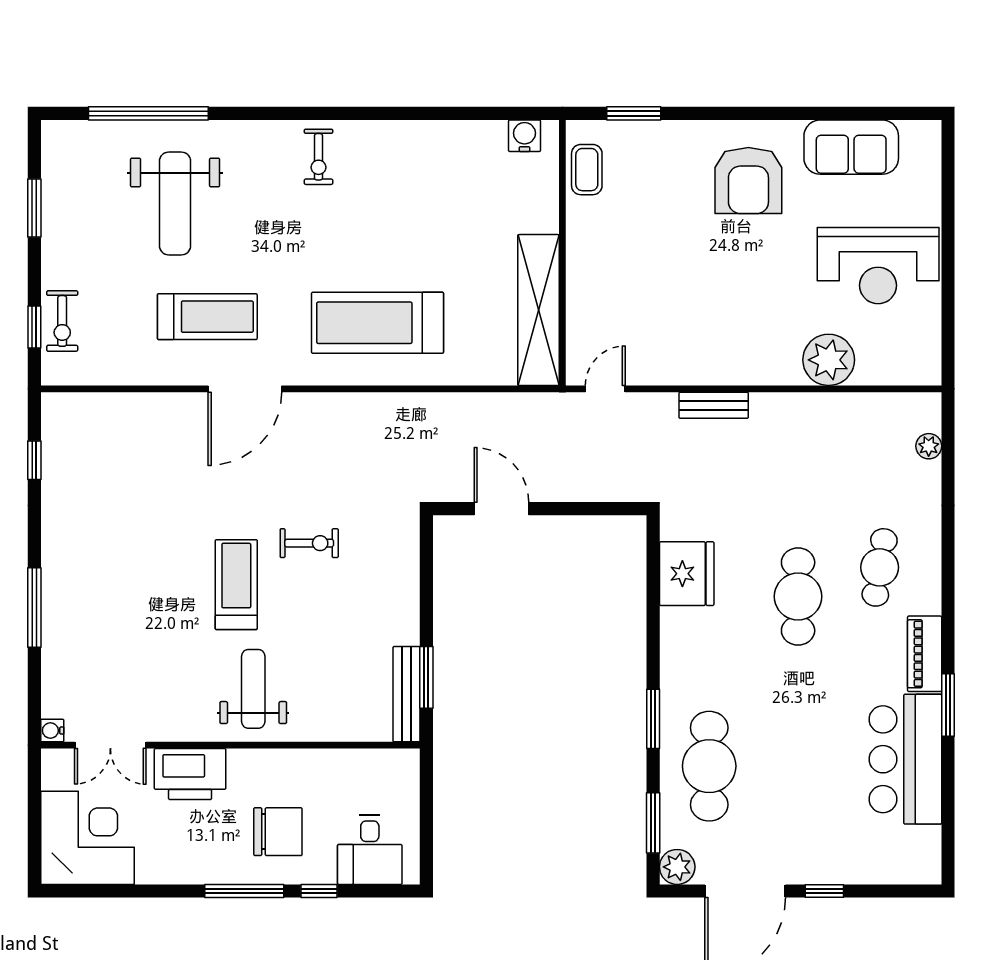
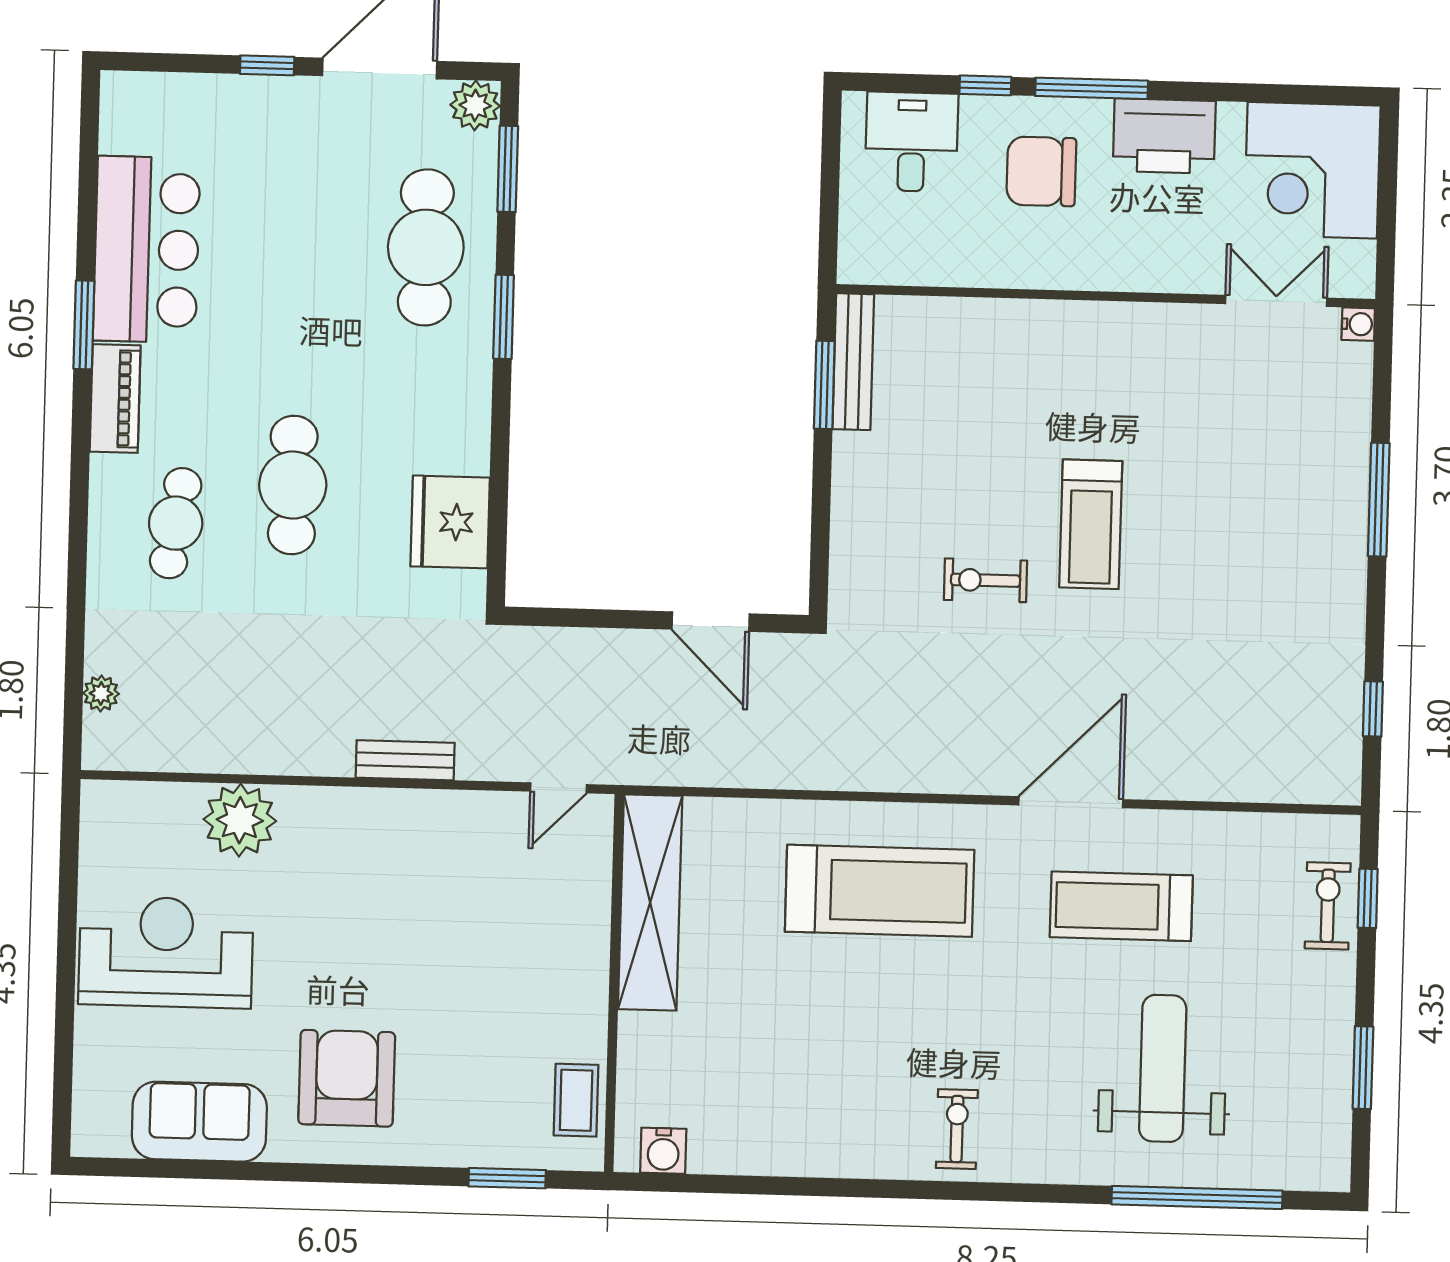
weight bench: (253, 689) -> (1071, 375), removed
printer: (190, 774) -> (1164, 136), moved, turned 180

